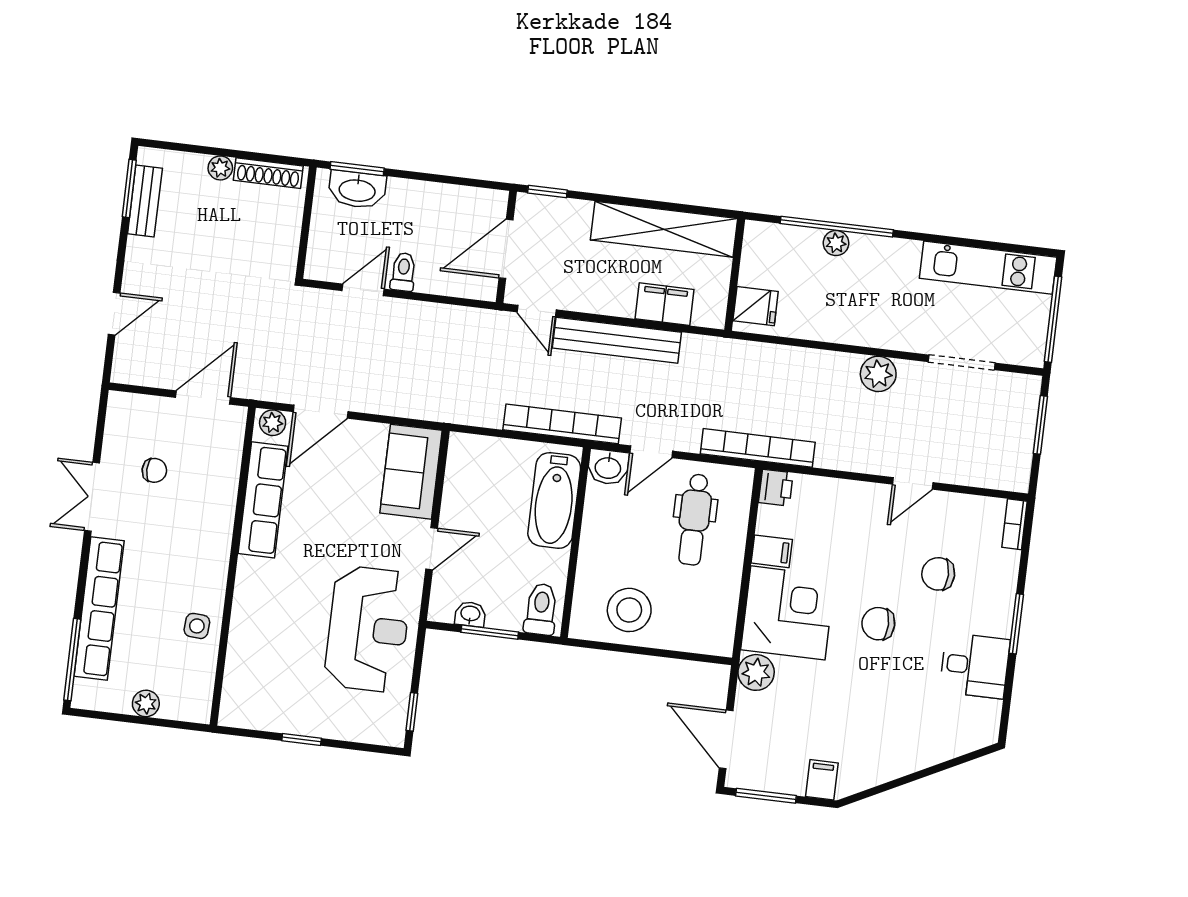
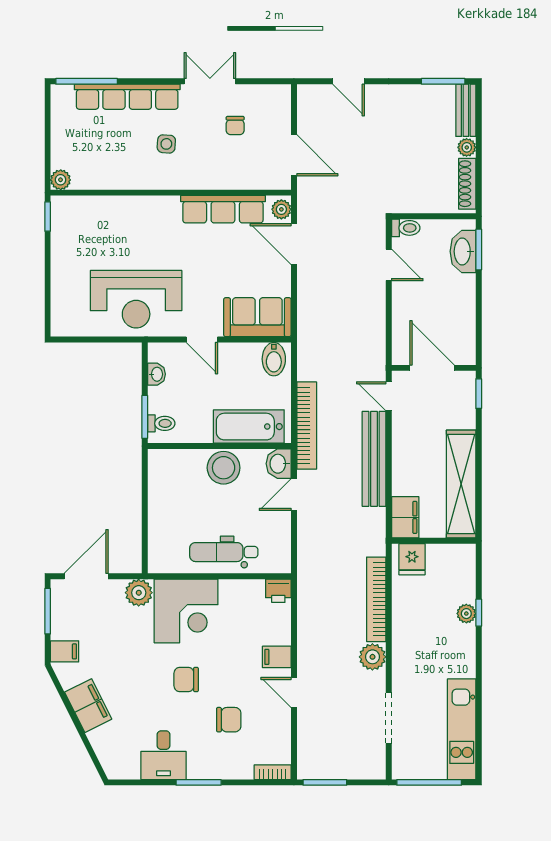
bench: (145, 201) -> (466, 110), moved, turned 90
window: (837, 227) -> (479, 613), width x0.32
toilet: (403, 272) -> (406, 228), moved
filing cabinet: (664, 304) -> (405, 517), moved
door: (537, 311) -> (389, 396), hinge flipped
window: (1040, 425) -> (325, 782), moved
bookcase: (758, 448) -> (376, 599), moved, turned 180
door: (651, 452) -> (294, 495), hinge flipped
bidet: (469, 457) -> (274, 359), added
dental chair: (694, 520) -> (224, 552), moved
filing cabinet: (772, 551) -> (277, 657), moved, turned 90
chair: (938, 574) -> (229, 720), turned 90
toilet: (541, 609) -> (161, 423), width x0.73, depth x0.72
stool: (629, 610) -> (224, 468), moved
chair: (878, 624) -> (186, 680), turned -90
side table: (197, 626) -> (166, 144), moved
window: (490, 632) -> (145, 417), moved
plant: (146, 703) -> (61, 180), moved
window: (412, 712) -> (78, 339), removed
window: (302, 740) -> (48, 217), moved
filing cabinet: (897, 757) -> (88, 706), added

